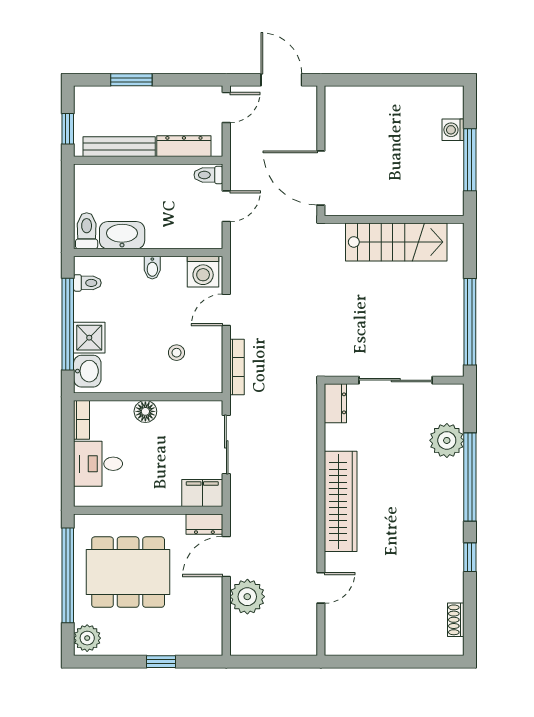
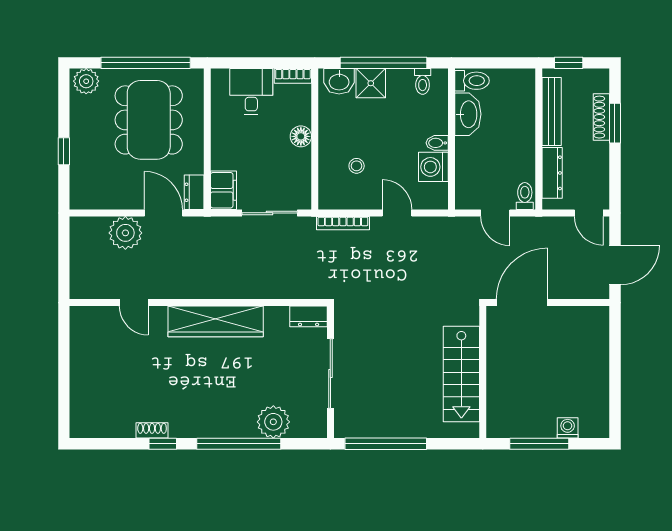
shoe rack: (125, 94) -> (601, 117), added
washing machine: (203, 272) -> (433, 167), moved
shoe rack: (456, 620) -> (152, 430), moved

